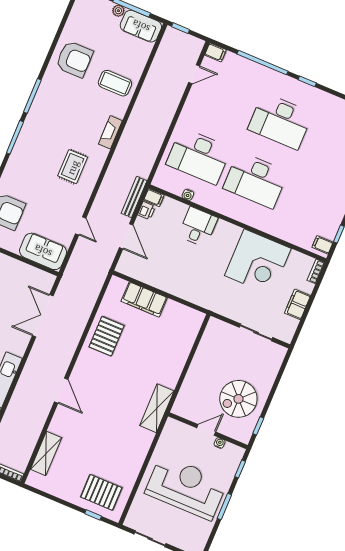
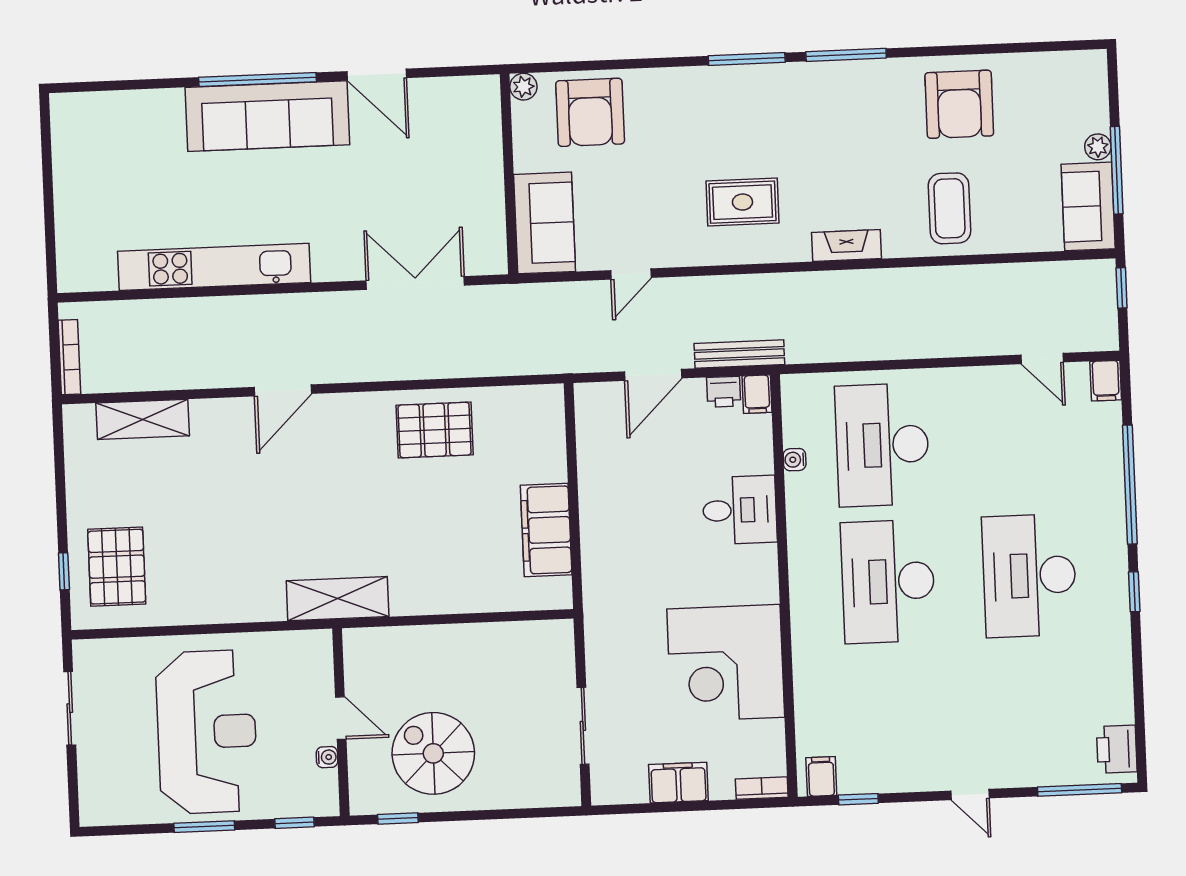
filing cabinet: (144, 299) -> (546, 530), moved

